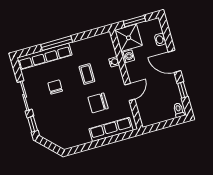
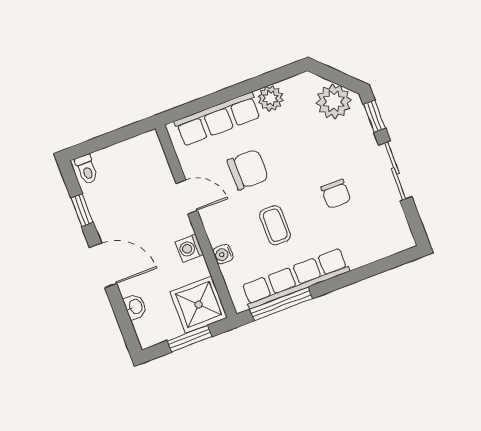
window: (57, 43) -> (281, 304), moved
row of seats: (45, 56) -> (295, 278), moved
washing machine: (128, 56) -> (189, 248), moved
door: (130, 92) -> (187, 197), swing flipped
plant: (52, 133) -> (334, 101), added
plant: (84, 138) -> (271, 98), added

